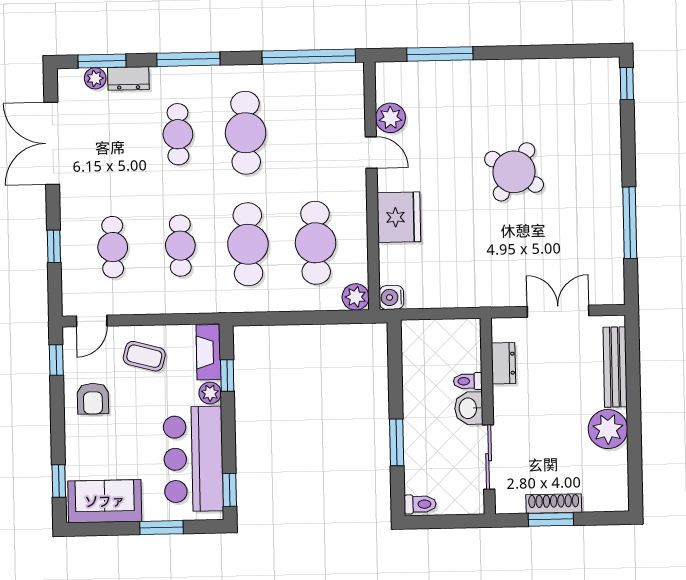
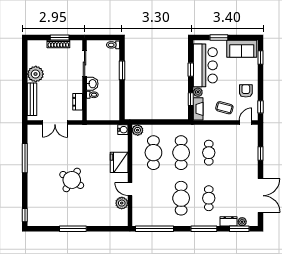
window: (440, 54) -> (73, 229), moved
cafe table: (113, 247) -> (236, 153), removed
window: (230, 490) -> (191, 70), moved

